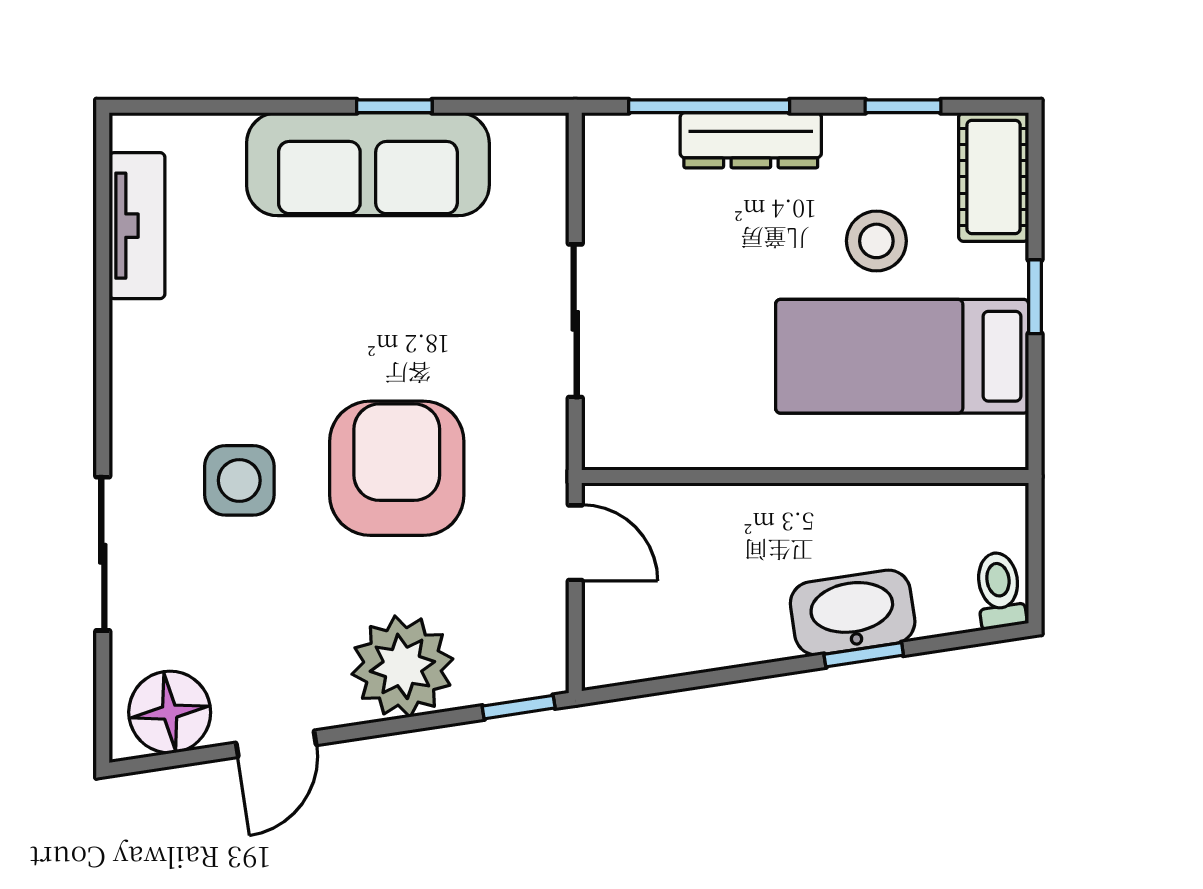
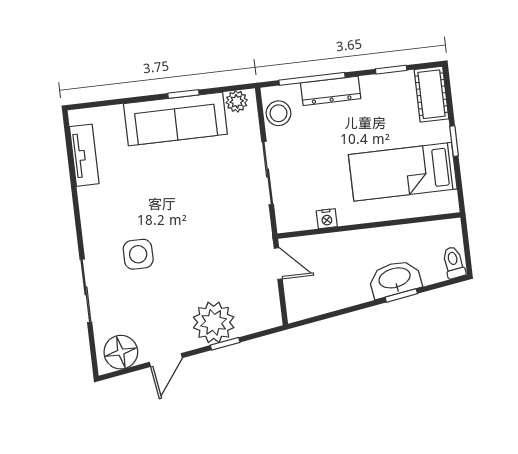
plant: (521, 139) -> (237, 101), added
stool: (876, 241) -> (279, 113), moved
nightstand: (705, 448) -> (327, 219), added
armchair: (397, 468) -> (202, 242), removed
window: (519, 707) -> (225, 344), moved

